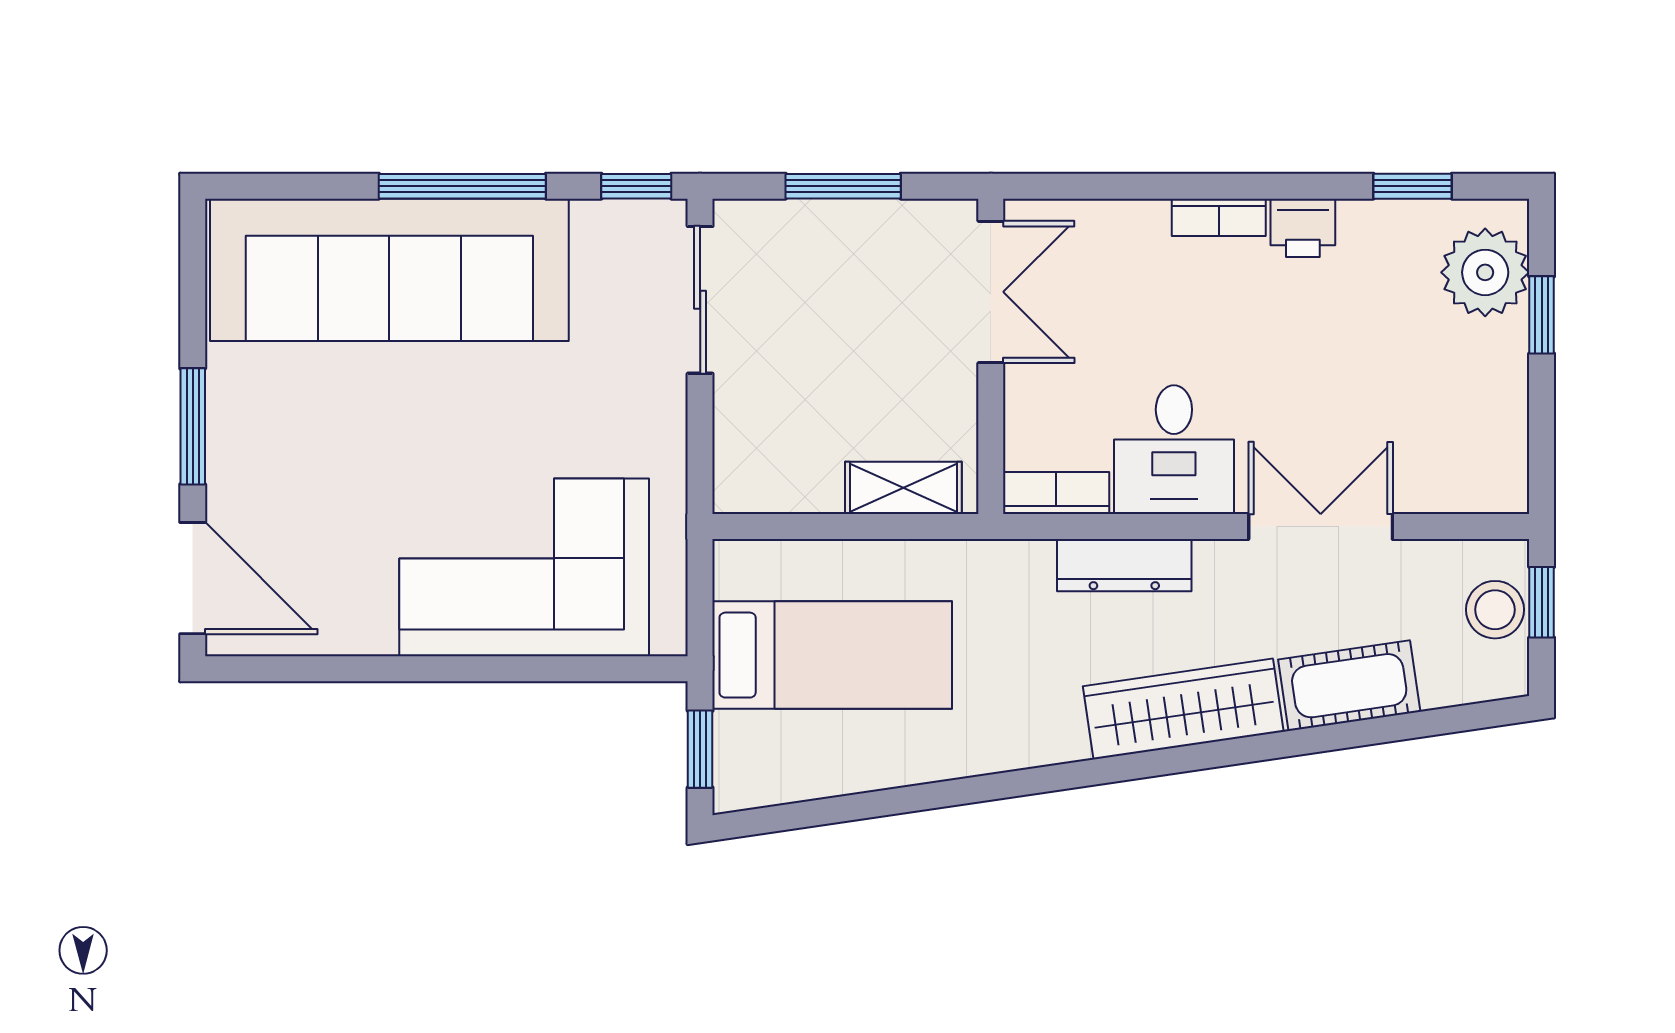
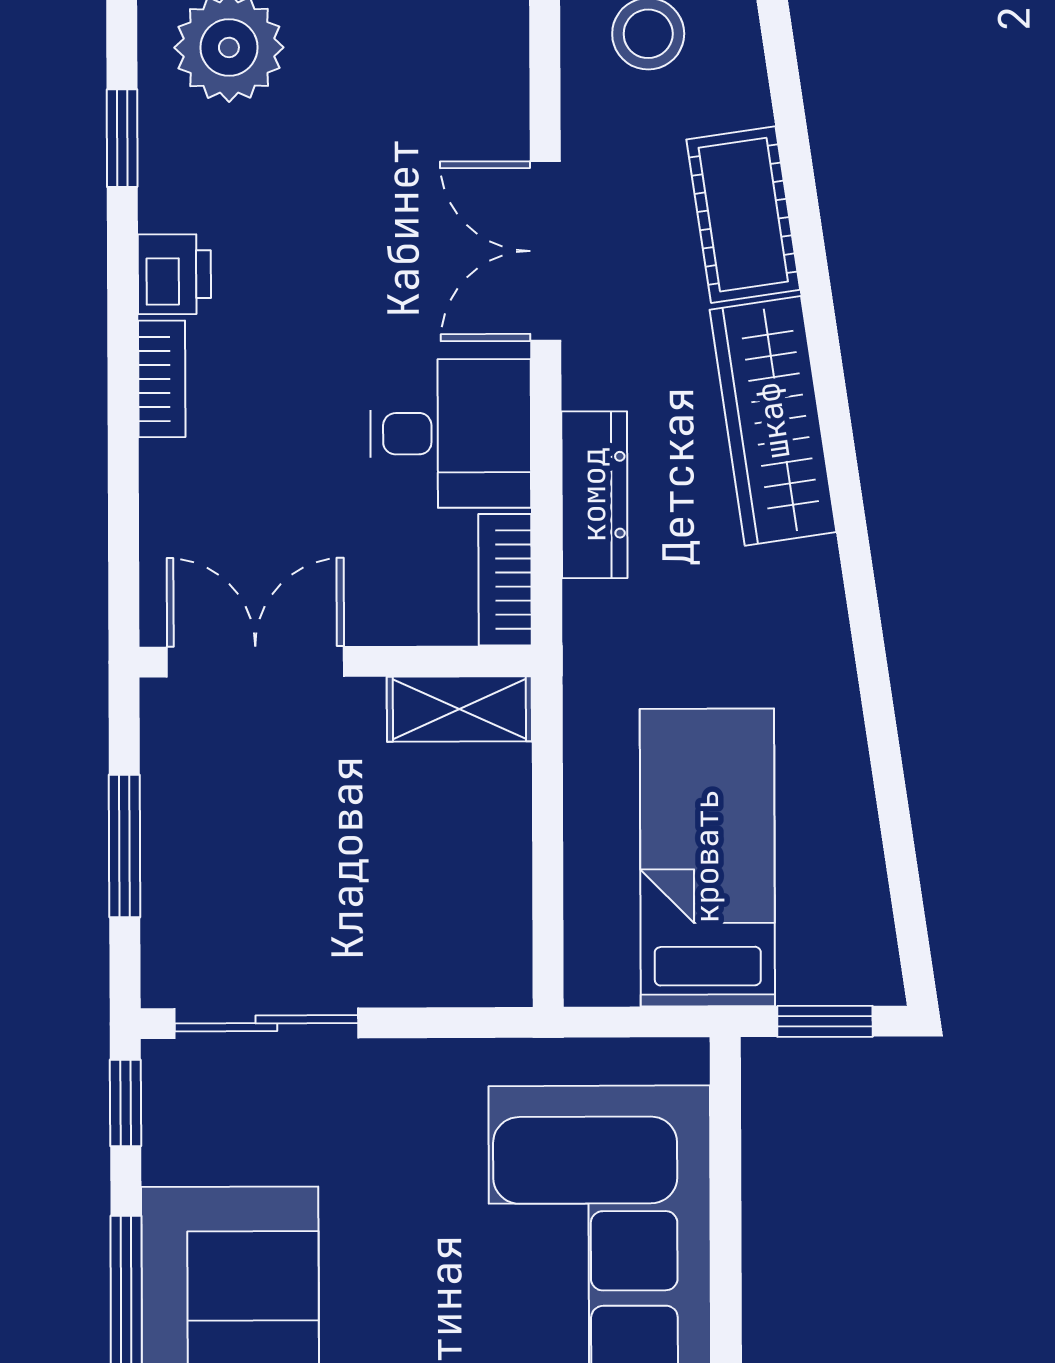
shelving: (903, 488) -> (459, 709), moved, turned 90

